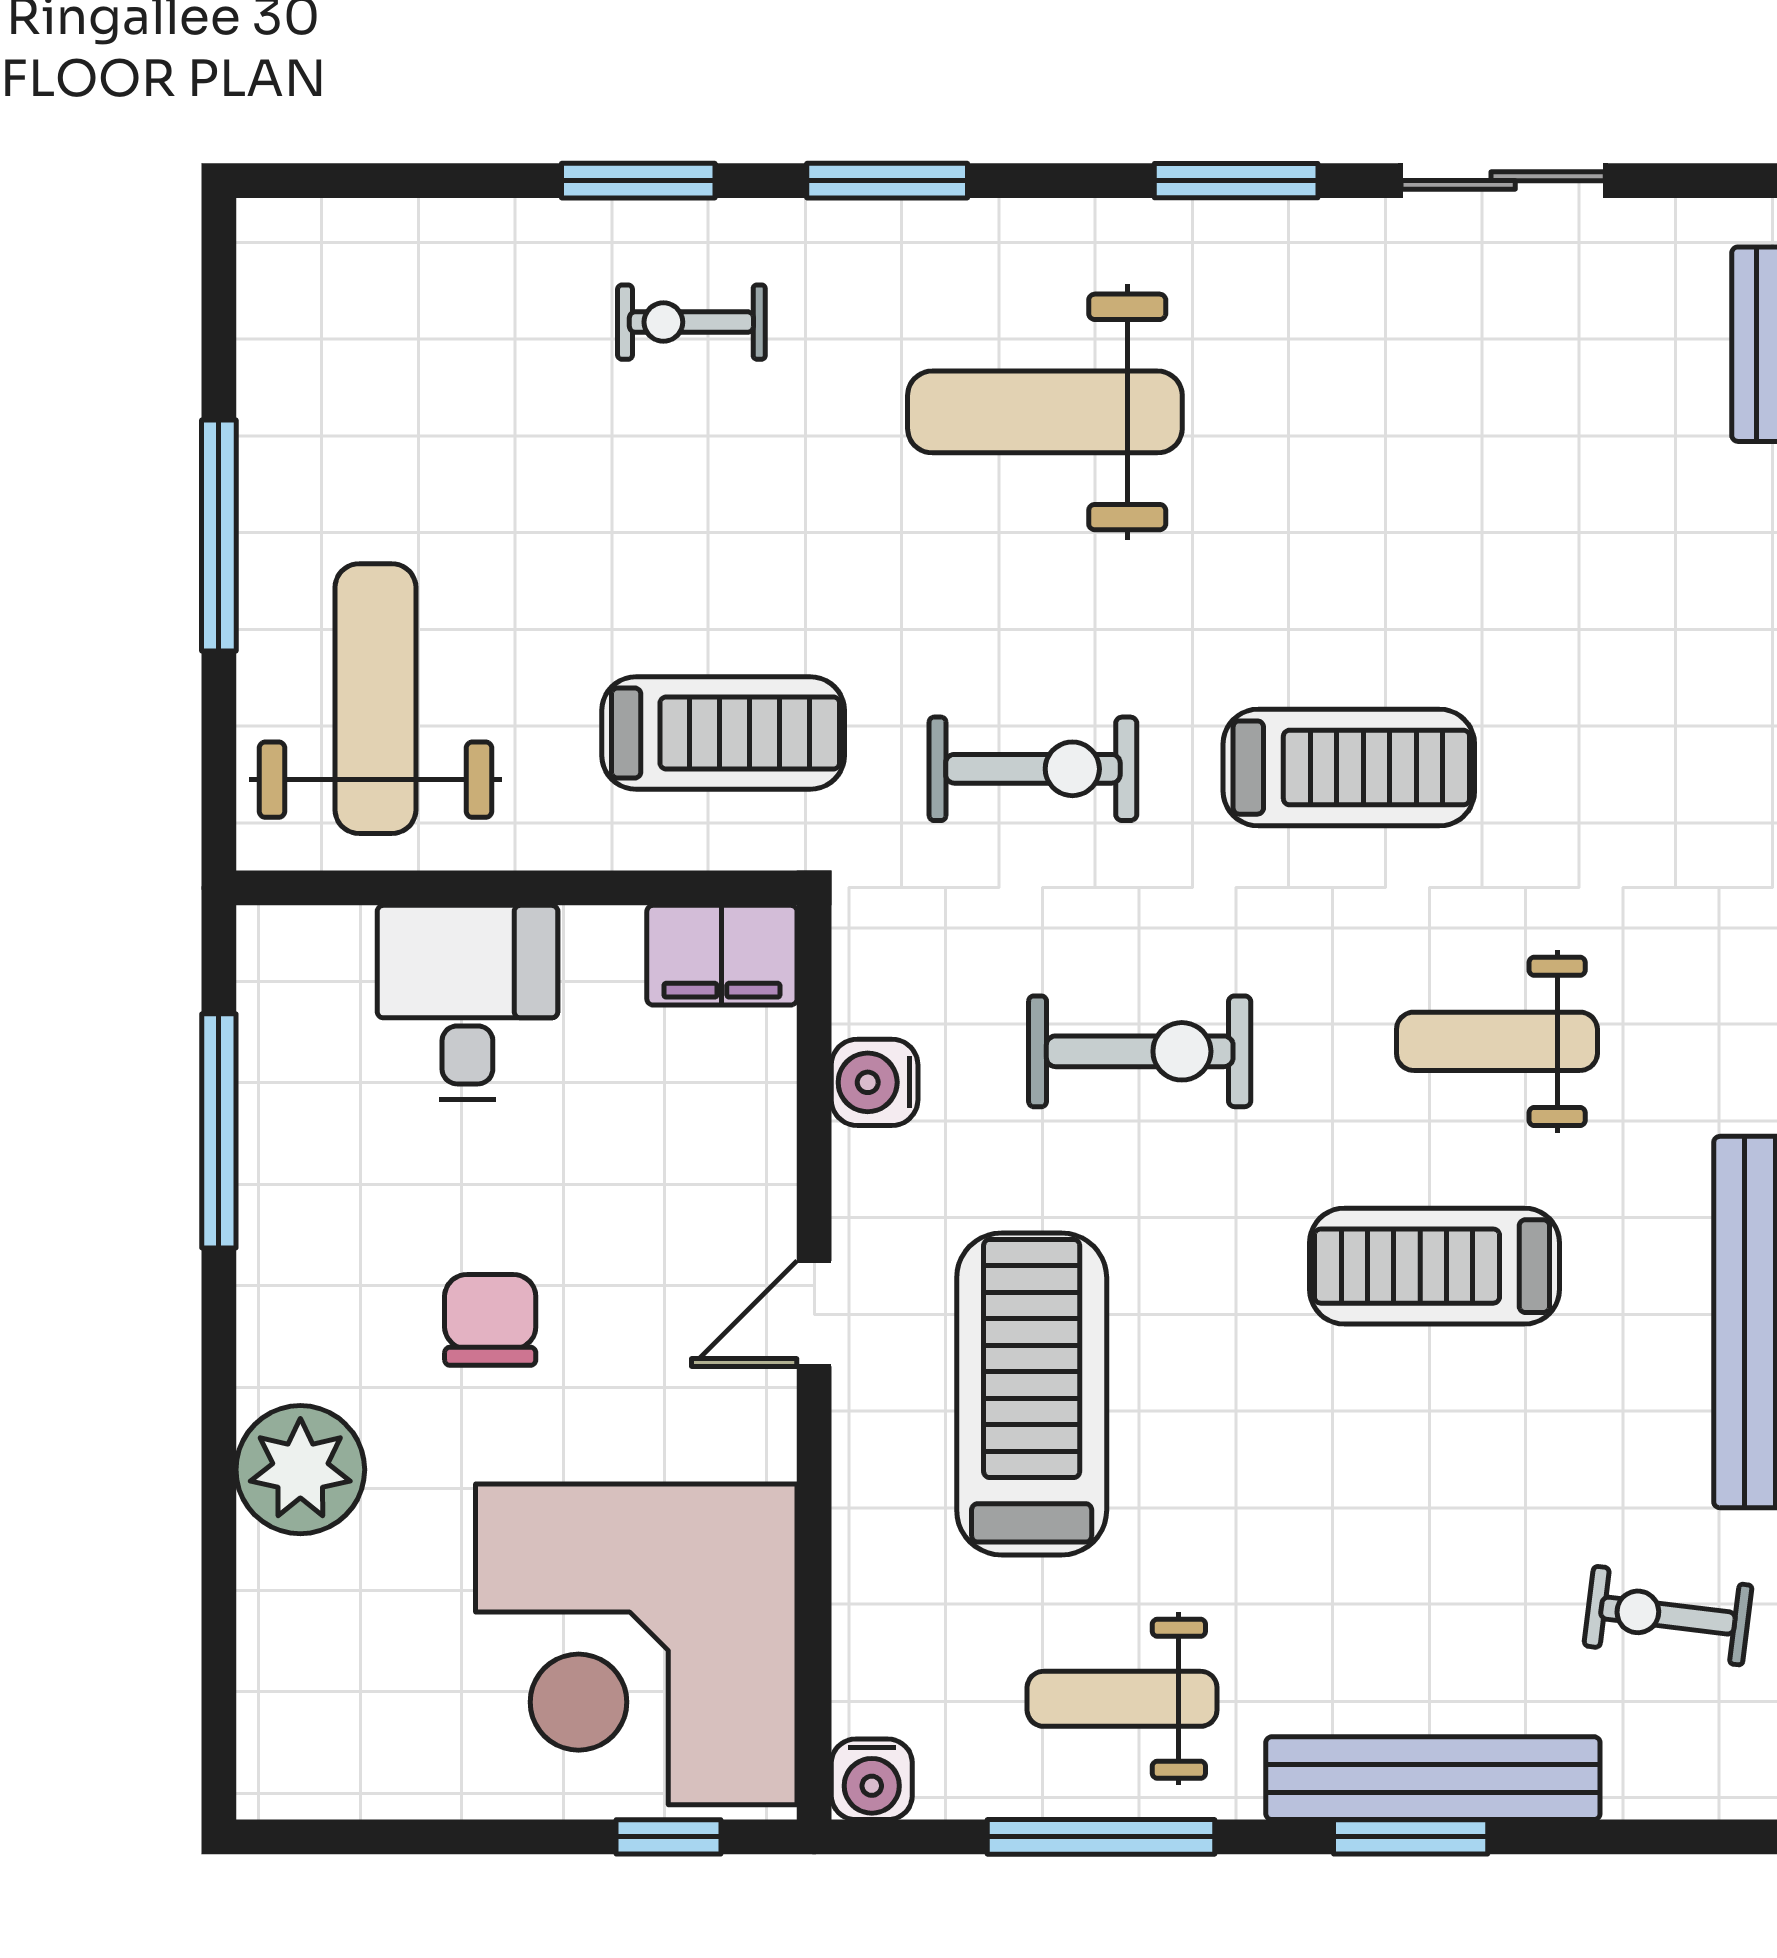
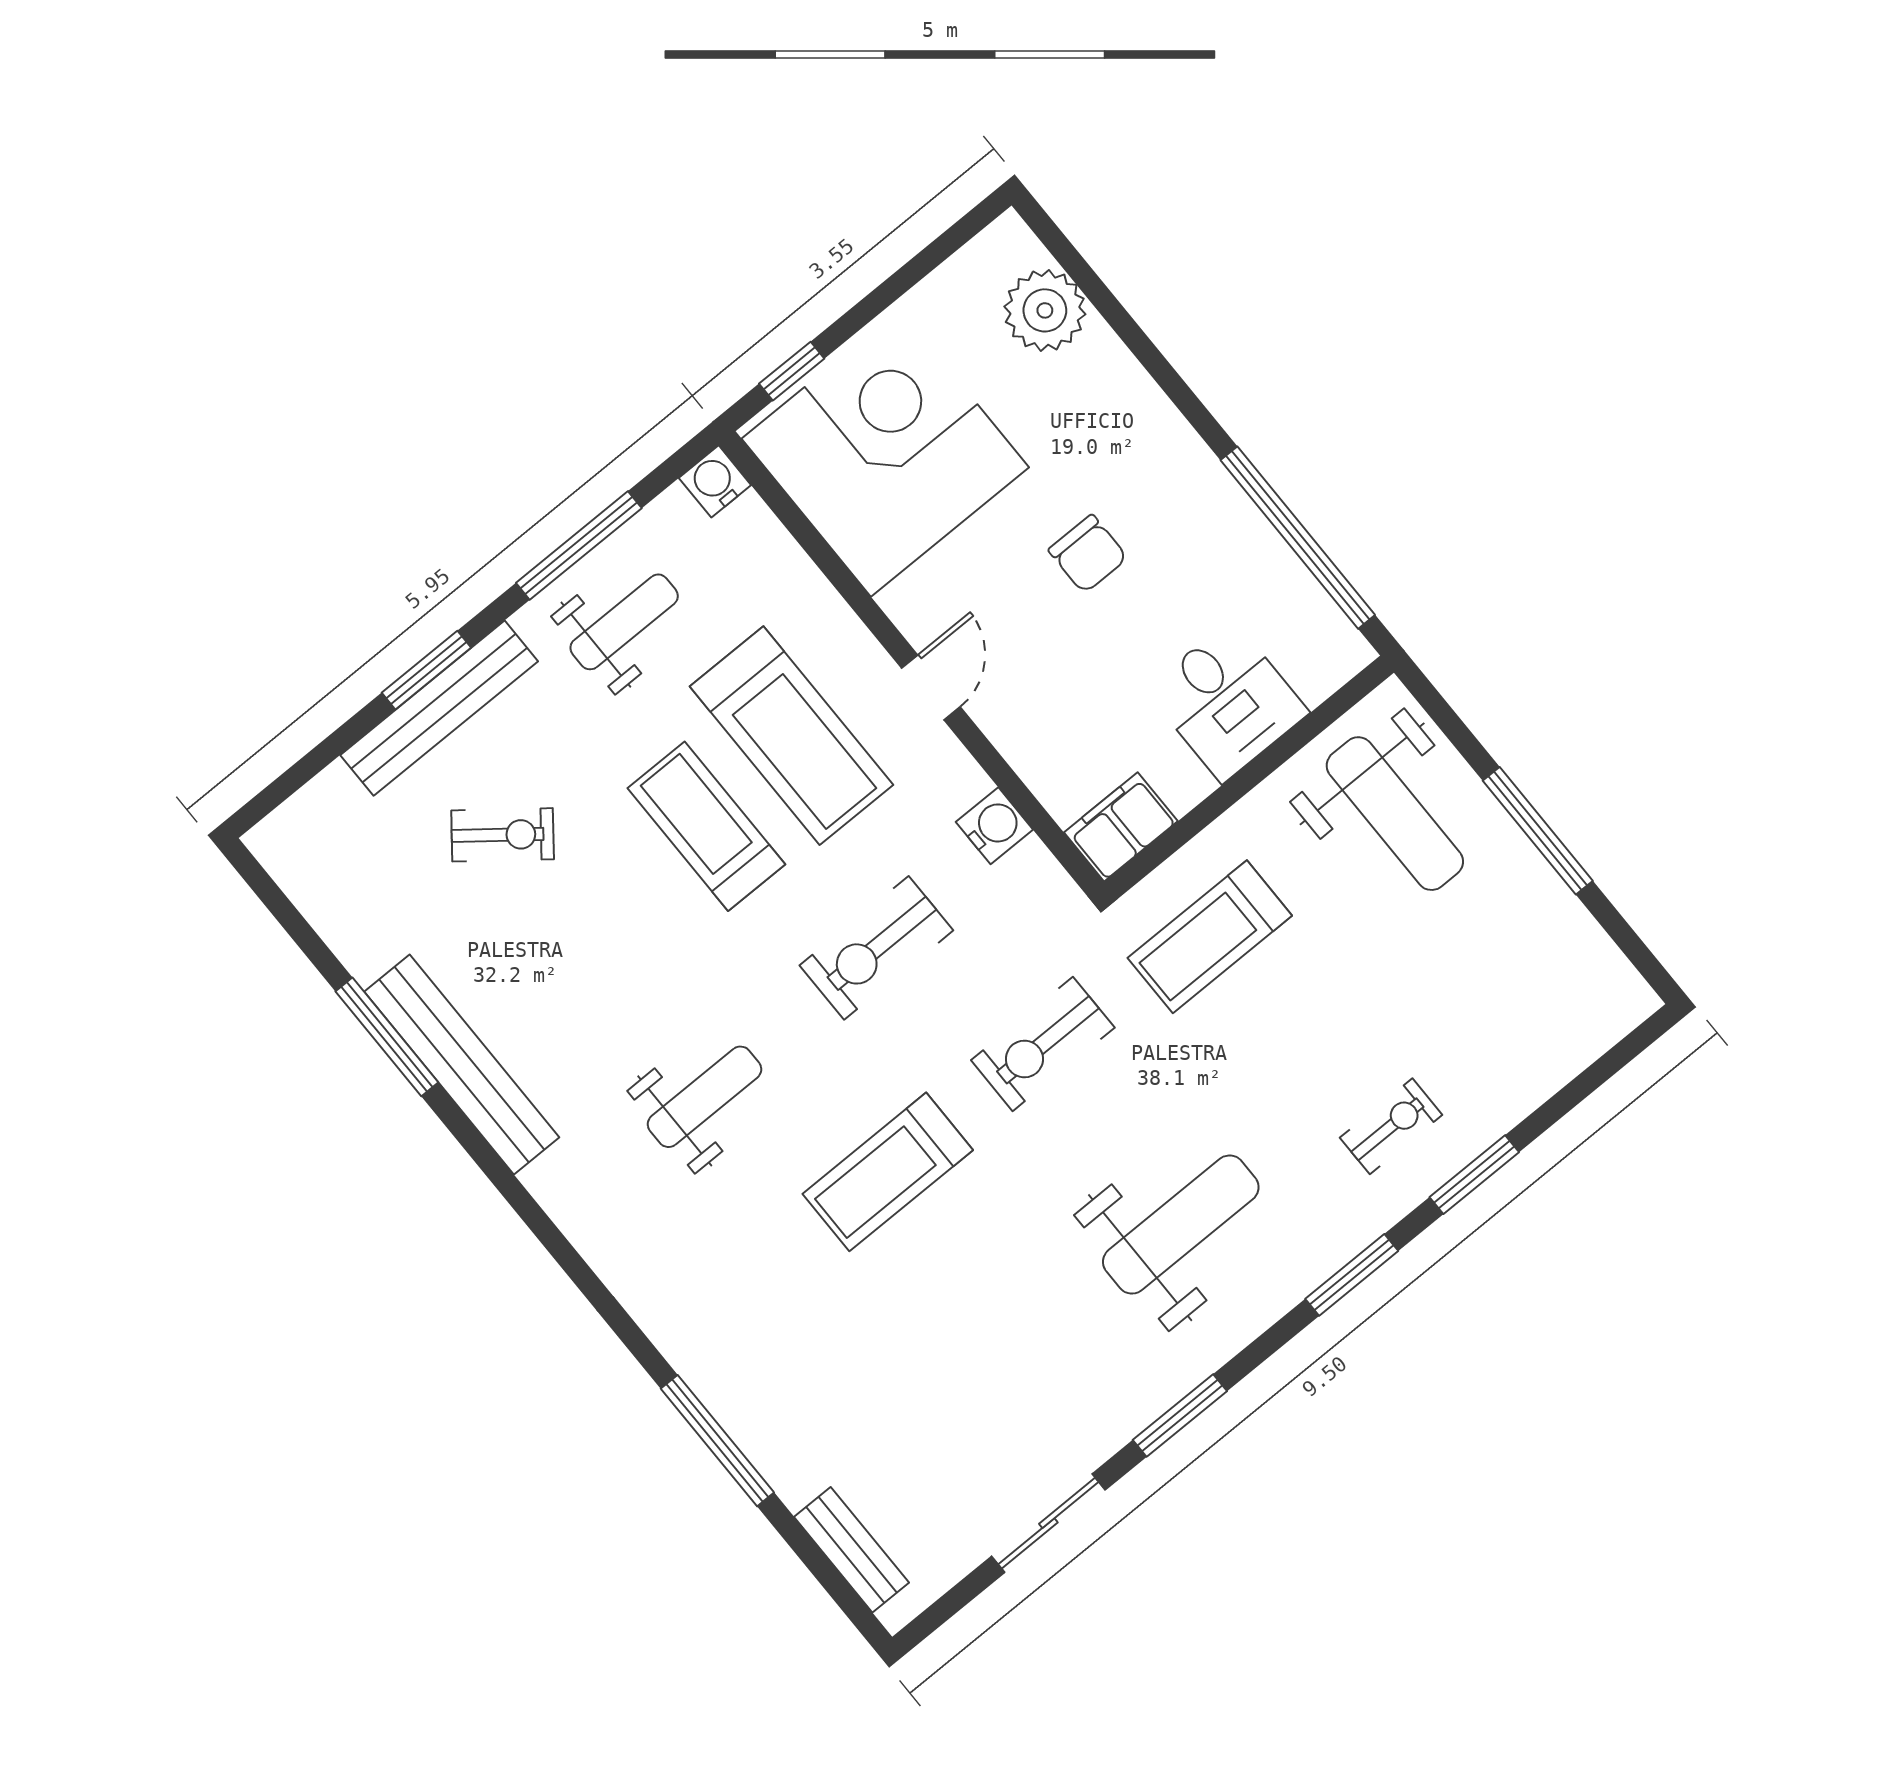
window: (219, 1131) -> (1298, 538), width x1.46
treadmill: (1434, 1266) -> (706, 826), moved, turned -90
plant: (300, 1470) -> (1045, 310), moved
exercise bike: (1668, 1616) -> (503, 835), moved, turned 31

